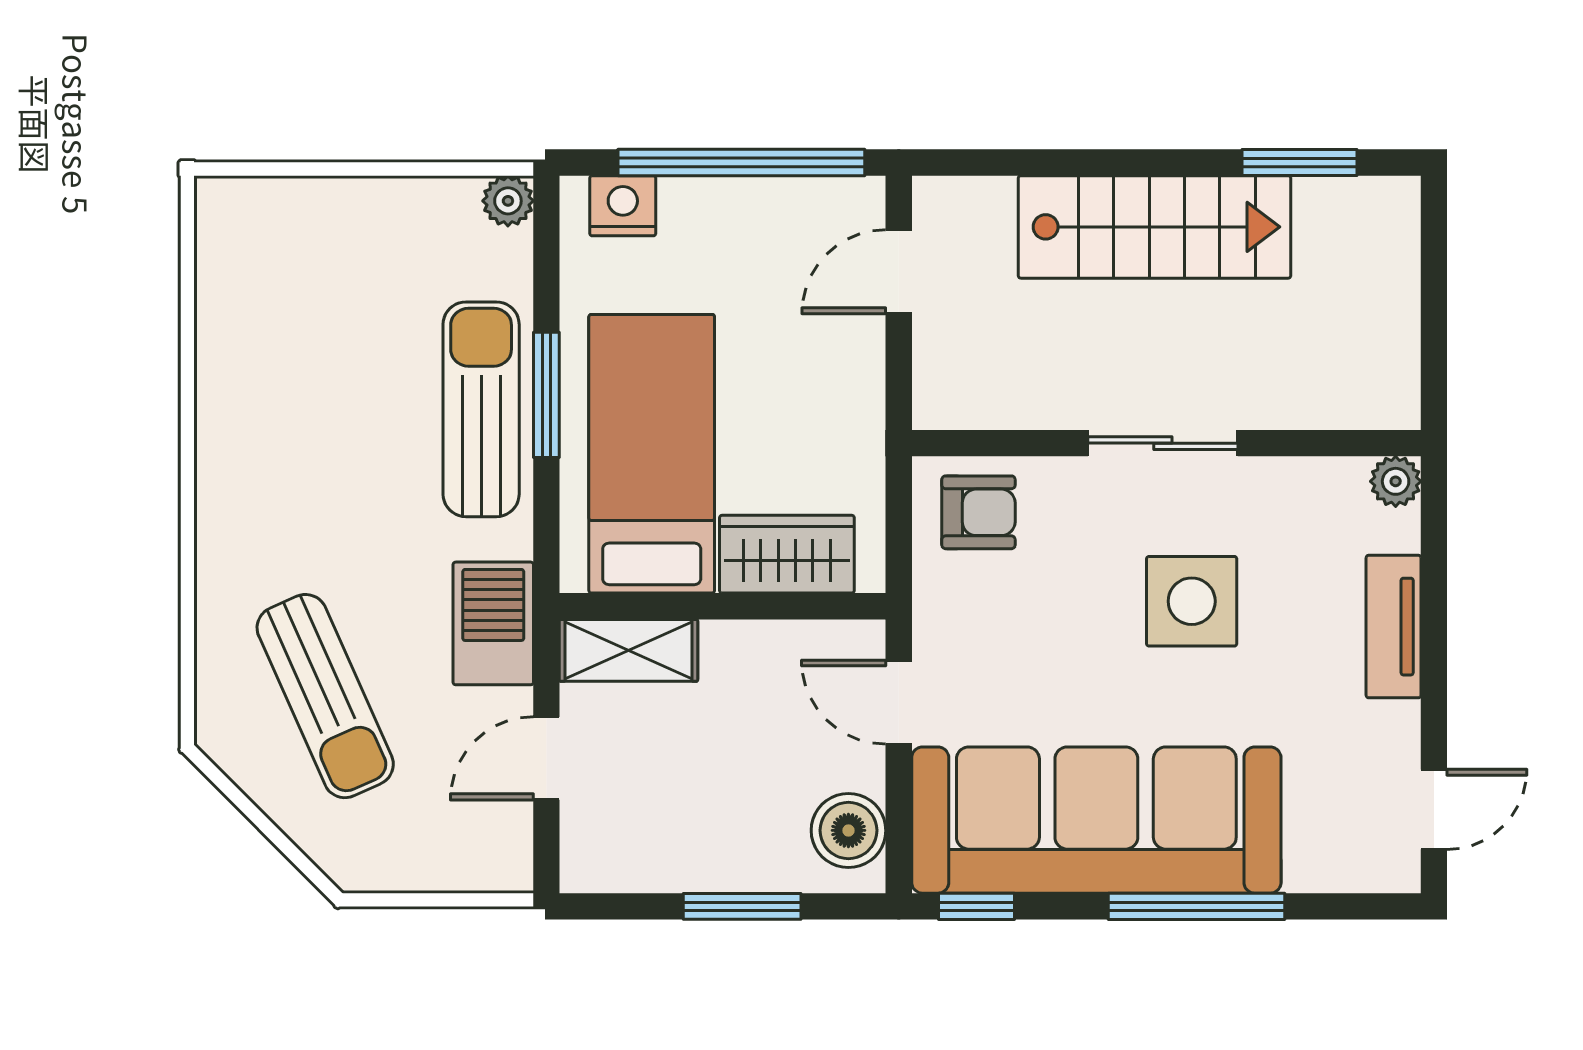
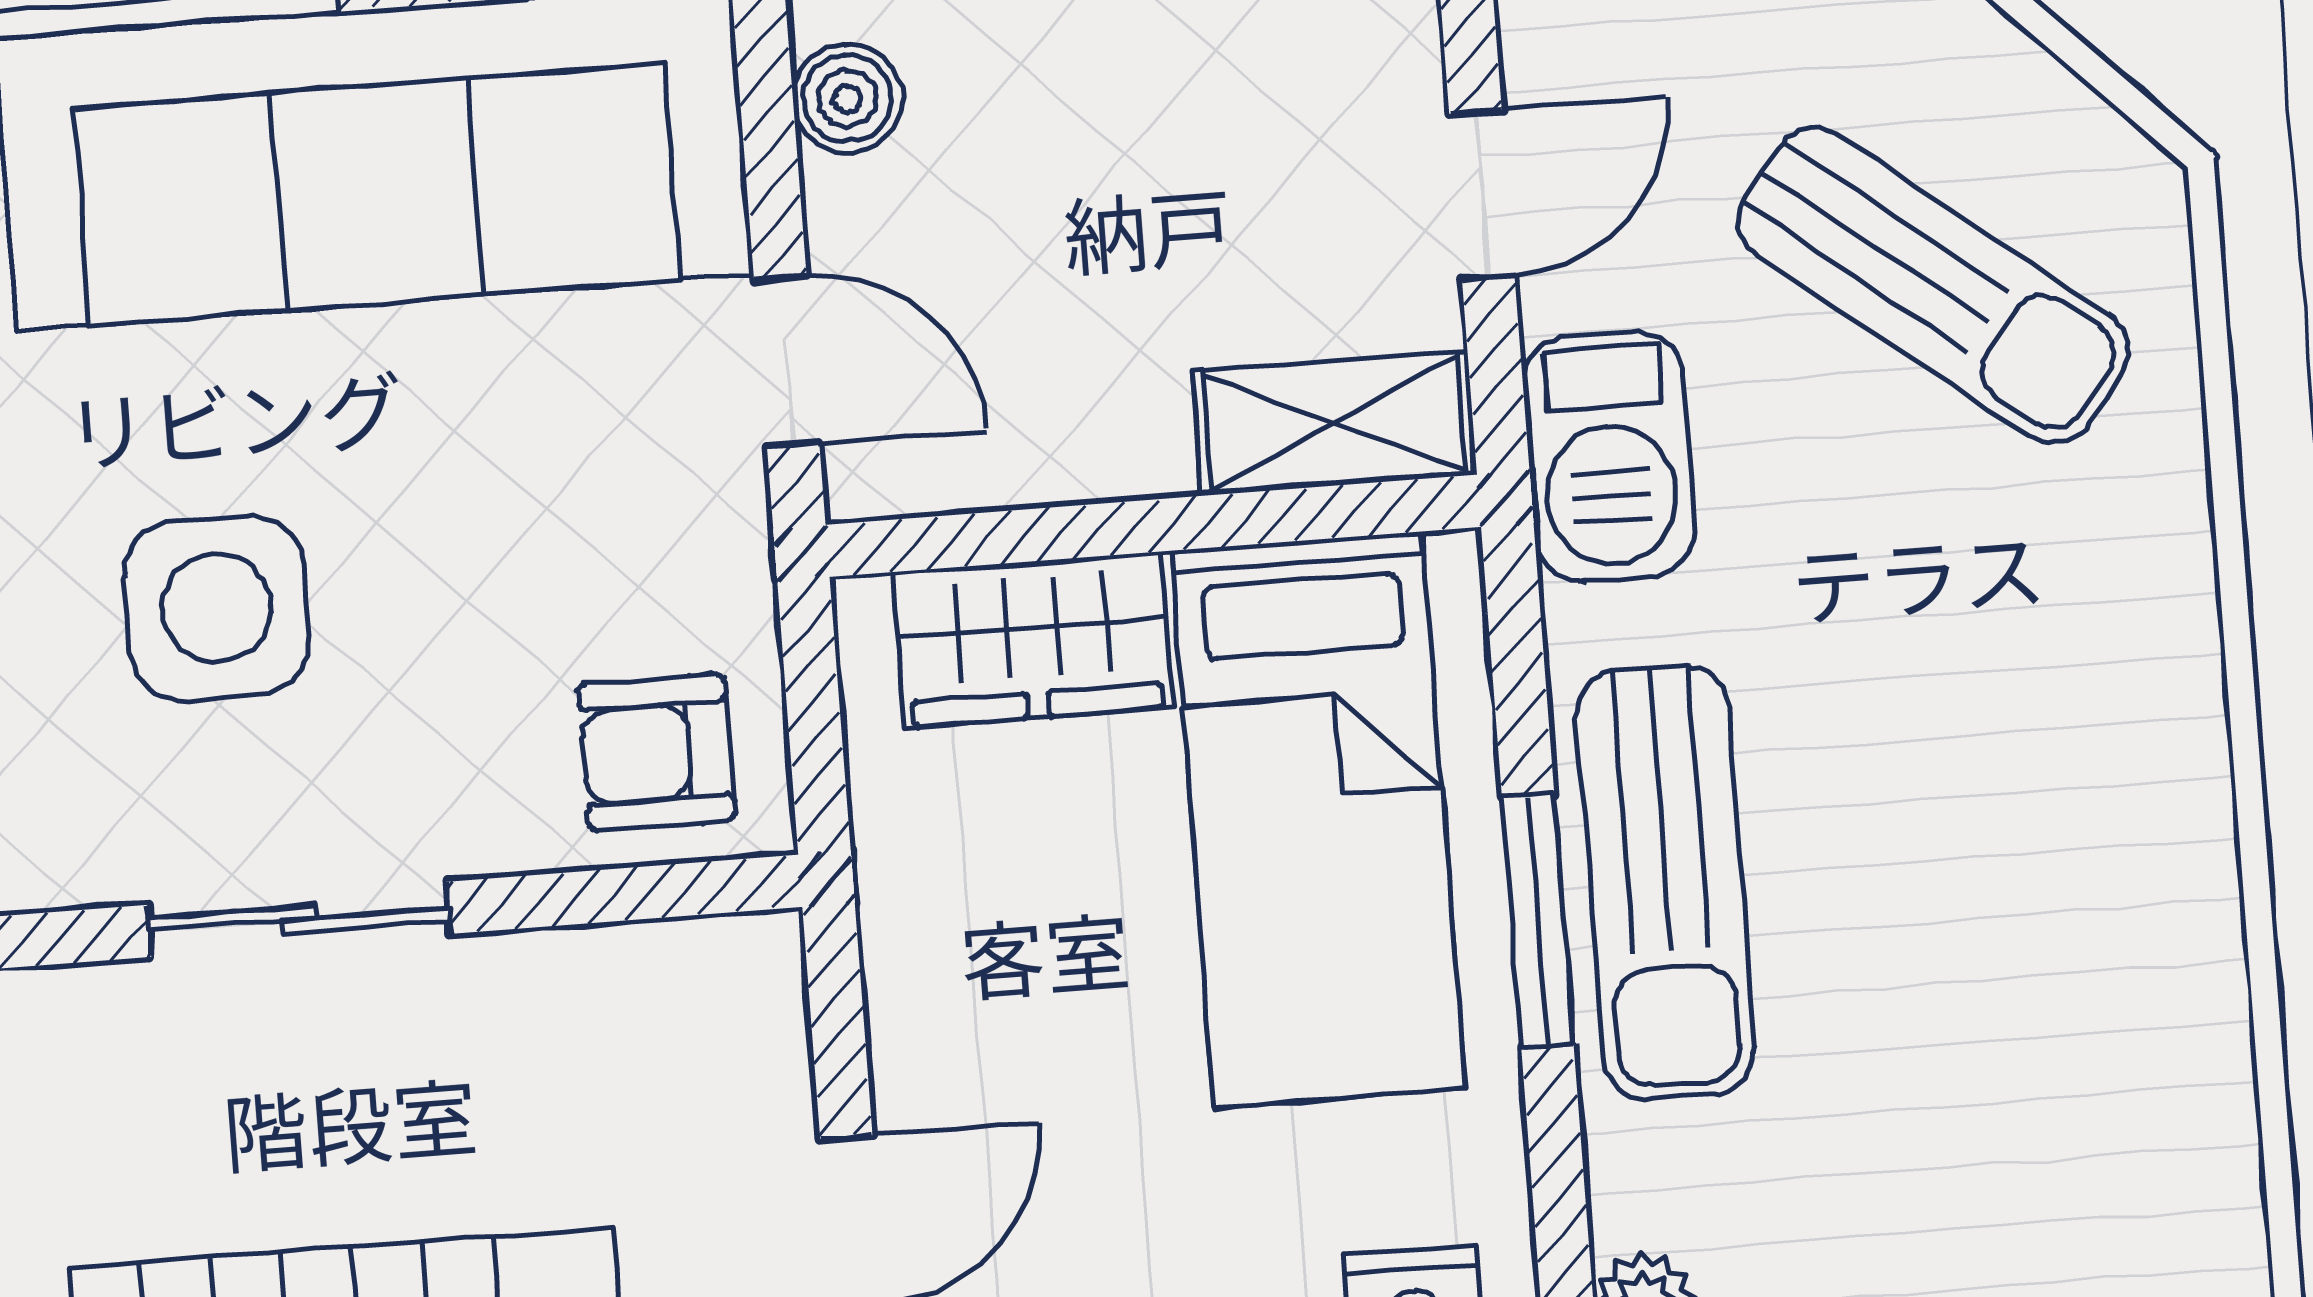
sun lounger: (325, 696) -> (1933, 285), turned 152
boiler: (848, 830) -> (847, 99), width x0.73, depth x0.73

